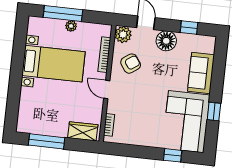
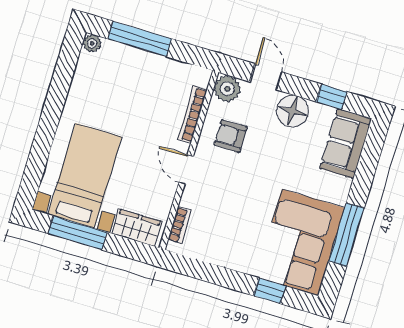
plant: (71, 26) -> (92, 43), moved
bed with nightstands: (54, 64) -> (85, 176), moved, turned -90
armchair: (131, 64) -> (231, 136), turned -145
sofa: (201, 73) -> (346, 144), moved
window: (214, 112) -> (346, 235), width x2.17

